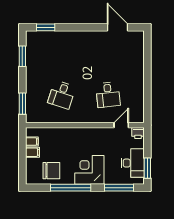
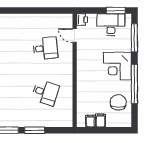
window: (22, 104) -> (35, 130), moved

